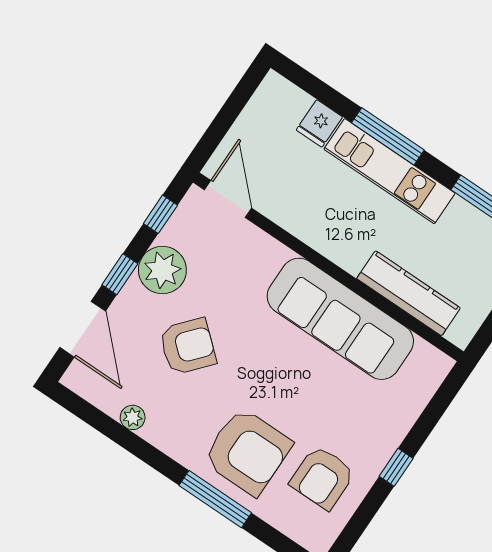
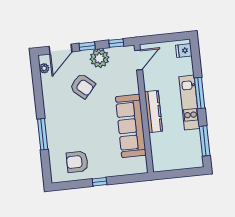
fridge: (319, 123) -> (184, 51), moved
kitchen counter: (408, 293) -> (153, 112), moved
plant: (133, 417) -> (44, 68), moved
armchair: (247, 452) -> (66, 132), removed

